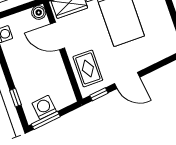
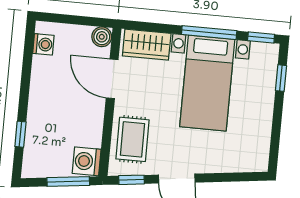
washing machine: (44, 107) -> (87, 161), moved, turned -83
window: (46, 120) -> (68, 181), moved

